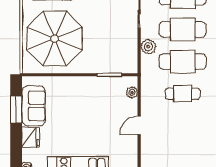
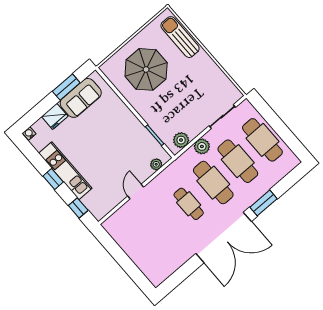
parasol: (55, 39) -> (146, 69), width x0.73, depth x0.73
plant: (130, 58) -> (181, 140), added
door: (139, 125) -> (136, 192), hinge flipped

